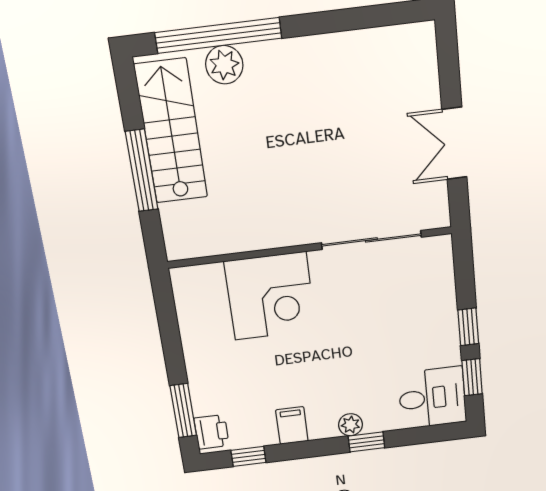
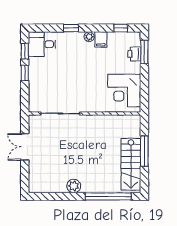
plant: (224, 65) -> (74, 186), moved
double door: (454, 143) -> (25, 147), swing flipped
corner desk: (270, 296) -> (124, 90), moved, turned -90
plant: (350, 425) -> (89, 37), moved
printer: (212, 432) -> (134, 54), moved

